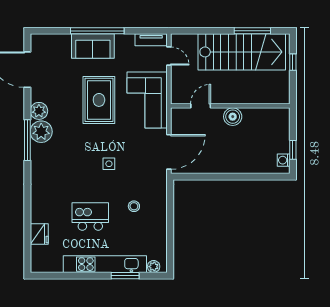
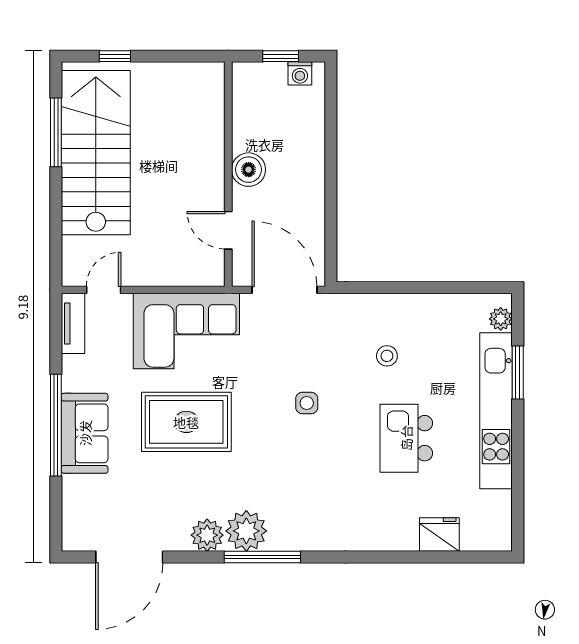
door: (201, 106) -> (228, 230), moved
wall: (230, 106) -> (228, 174), moved
boiler: (233, 117) -> (249, 170), moved

